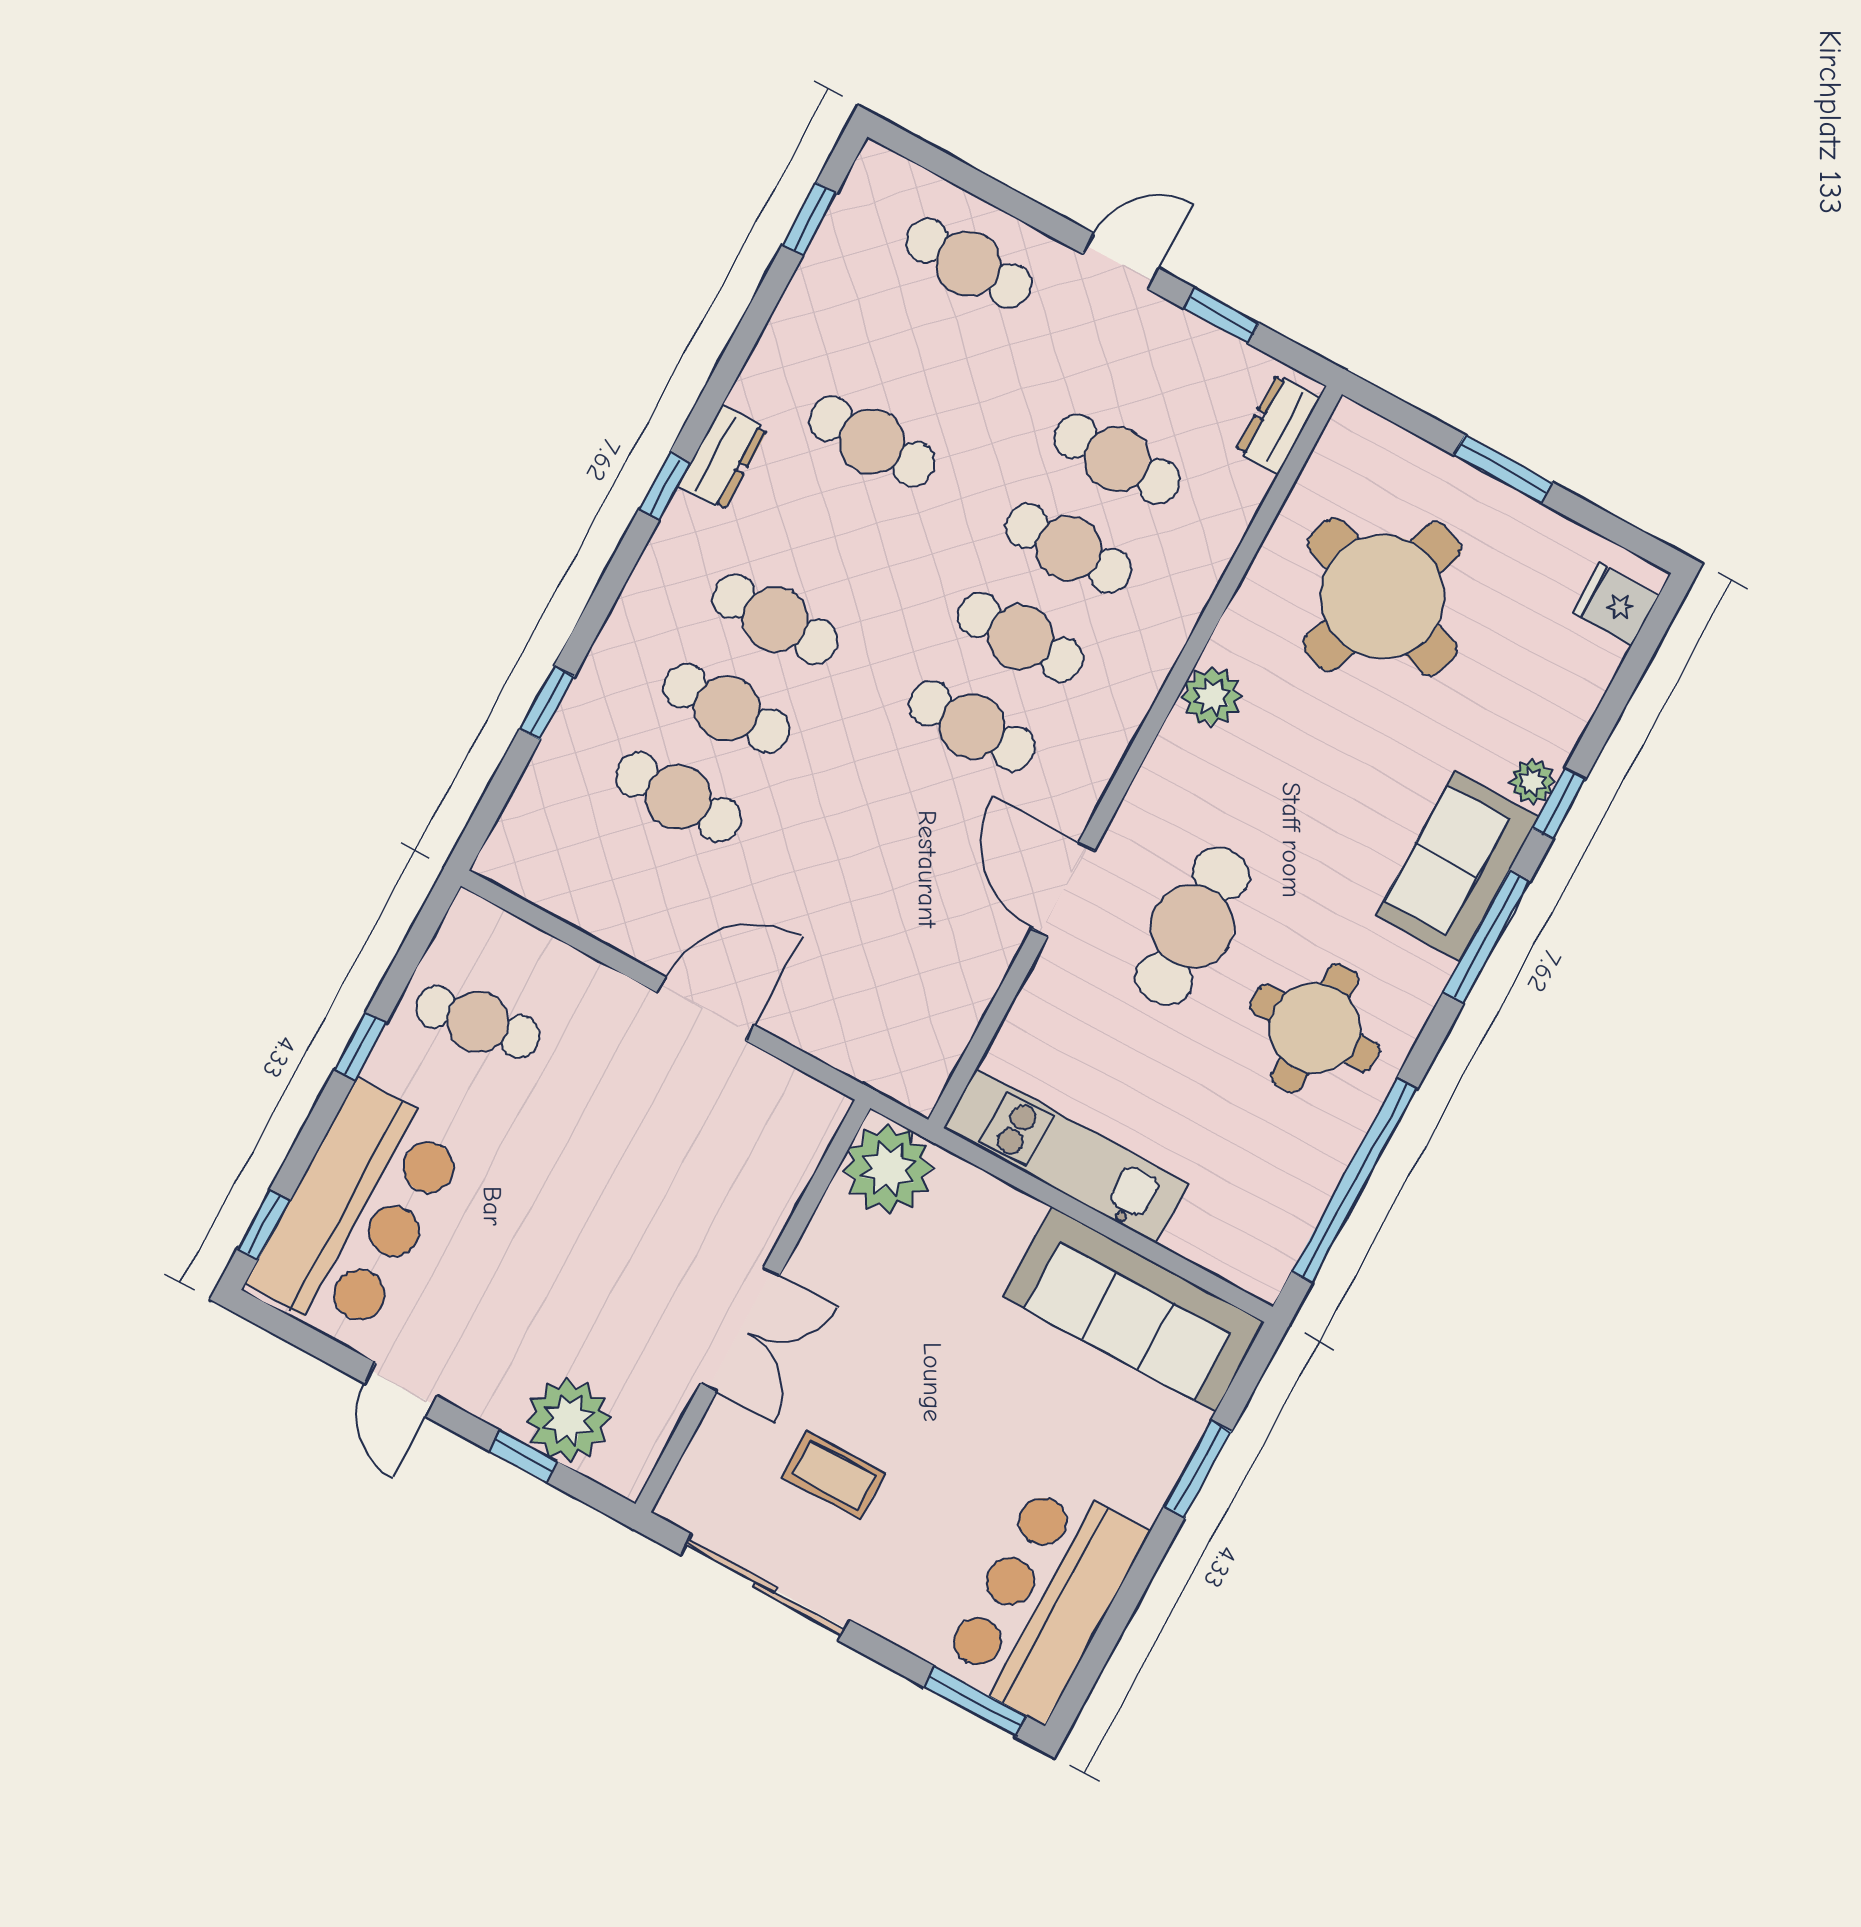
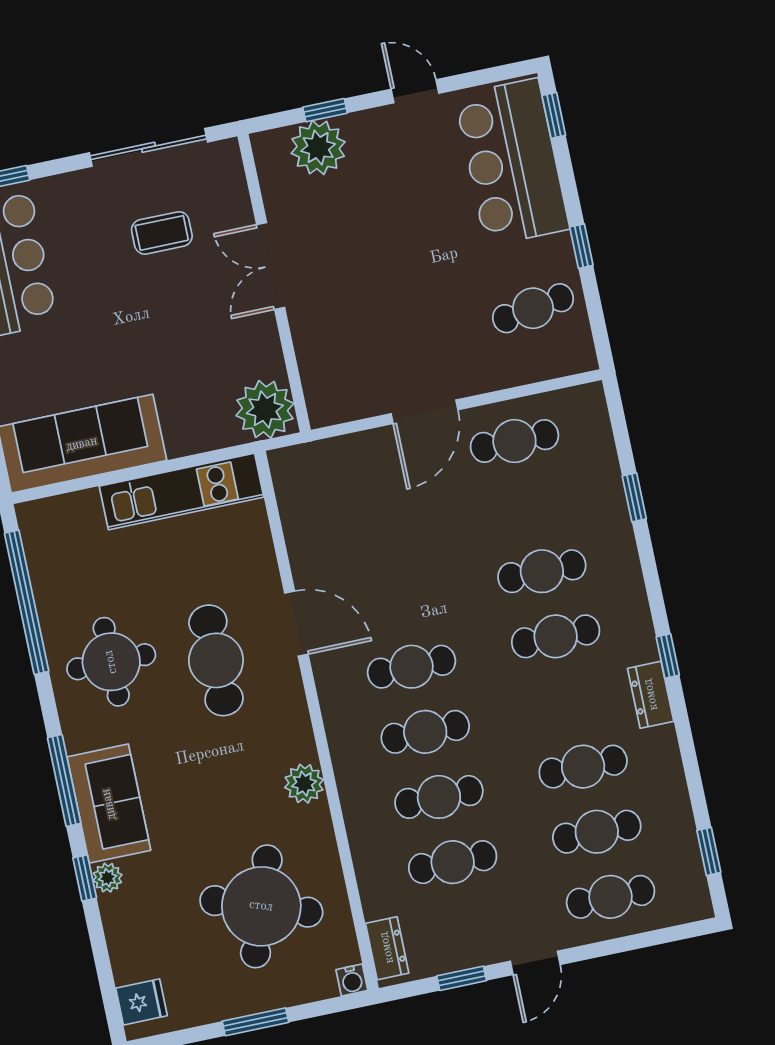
cafe table: (920, 352) -> (597, 832), added
water cooler: (1350, 422) -> (352, 980), added
cafe table: (679, 797) -> (514, 441), moved

